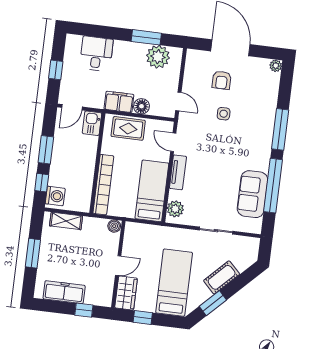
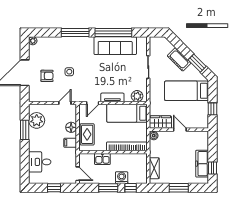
filing cabinet: (119, 102) -> (70, 143), width x0.50
kitchen sink: (92, 123) -> (102, 159), moved
sofa: (252, 194) -> (115, 46), width x1.36
washing machine: (55, 196) -> (122, 178), moved
wardrobe: (126, 293) -> (160, 122), moved
window: (84, 310) -> (213, 168), moved

